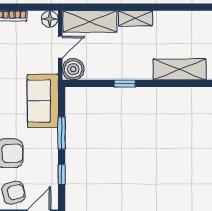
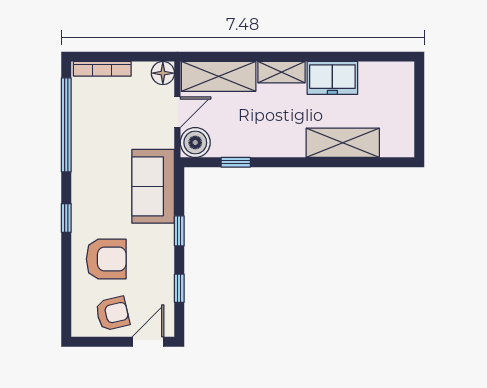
freezer: (172, 23) -> (332, 78), added
window: (125, 83) -> (236, 162), moved
window: (62, 133) -> (179, 231), width x0.67

